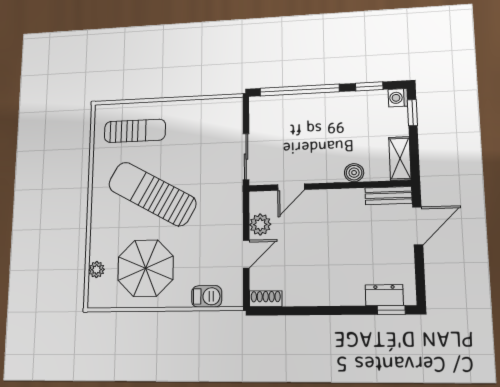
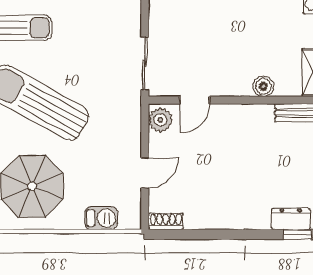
plant: (260, 224) -> (160, 120), moved

